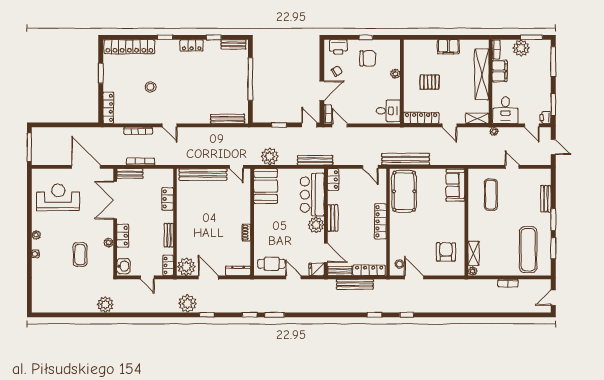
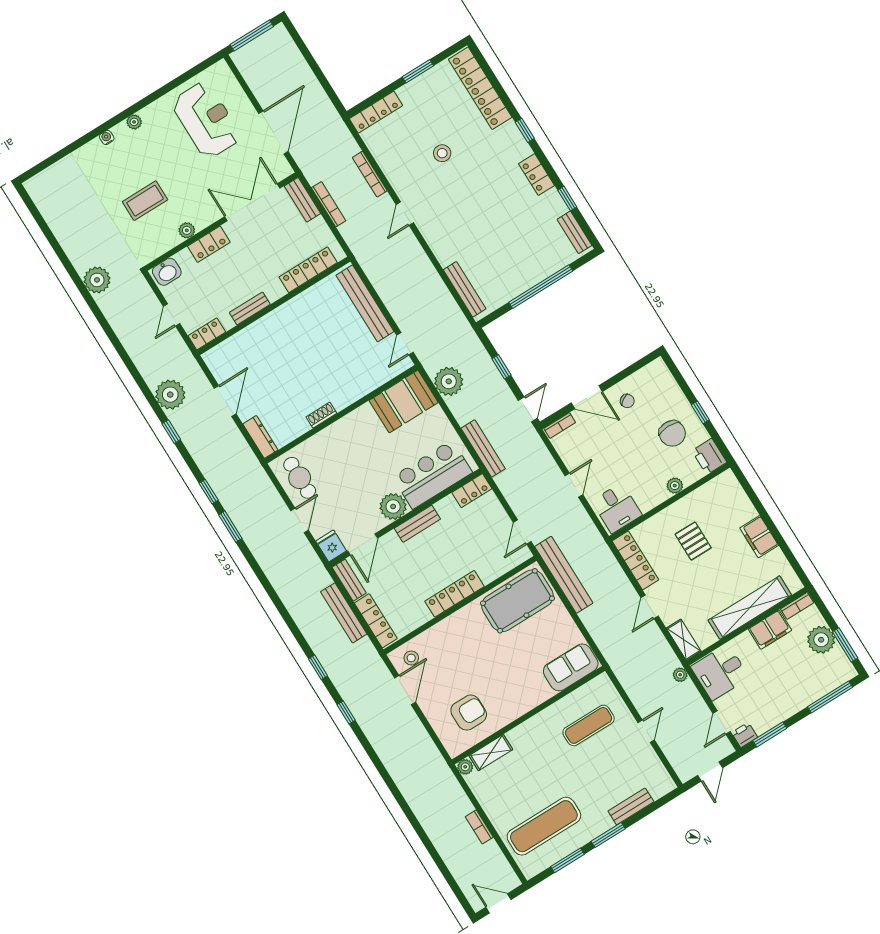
printer: (338, 47) -> (709, 457), moved
door: (340, 125) -> (574, 485), moved
locker: (168, 199) -> (308, 270), width x1.53
plant: (186, 267) -> (221, 361), removed

